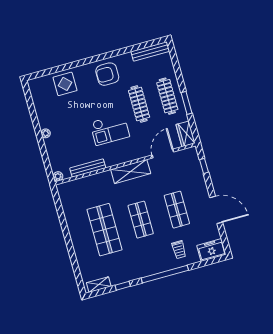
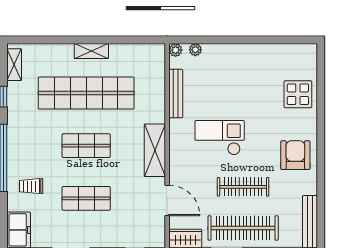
clothes rail: (167, 96) -> (243, 228), width x1.37, depth x1.31
checkout: (110, 129) -> (220, 138), turned 90
plant: (46, 133) -> (195, 50), moved
shop shelf: (104, 230) -> (86, 93), width x1.40
shelving: (75, 234) -> (91, 51), added

